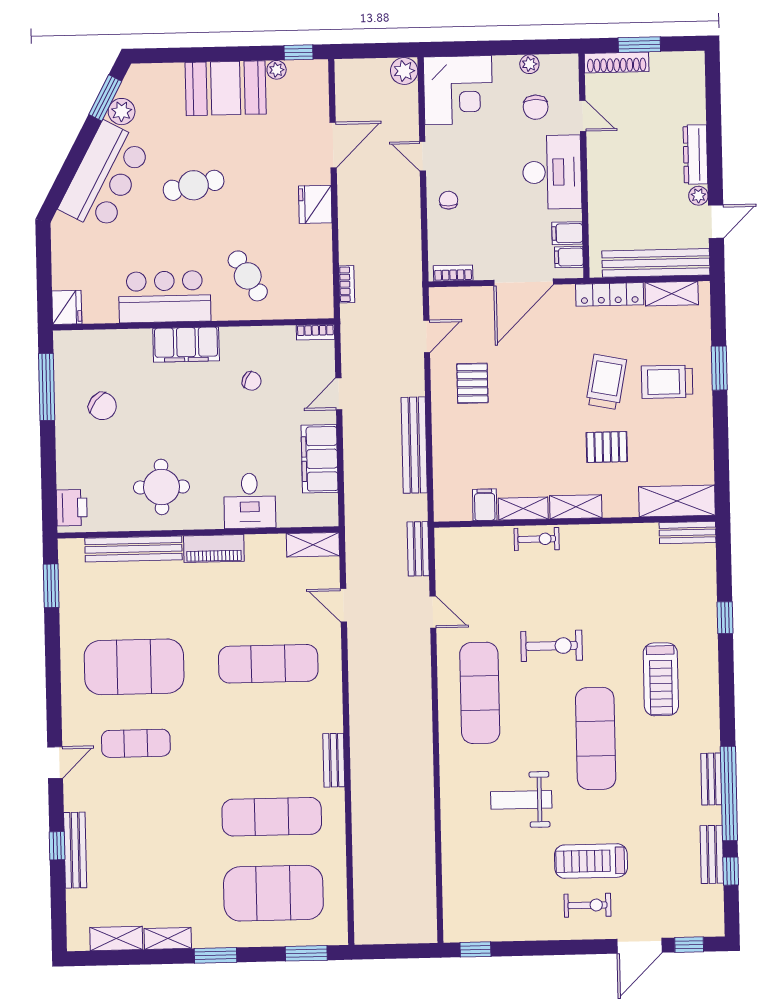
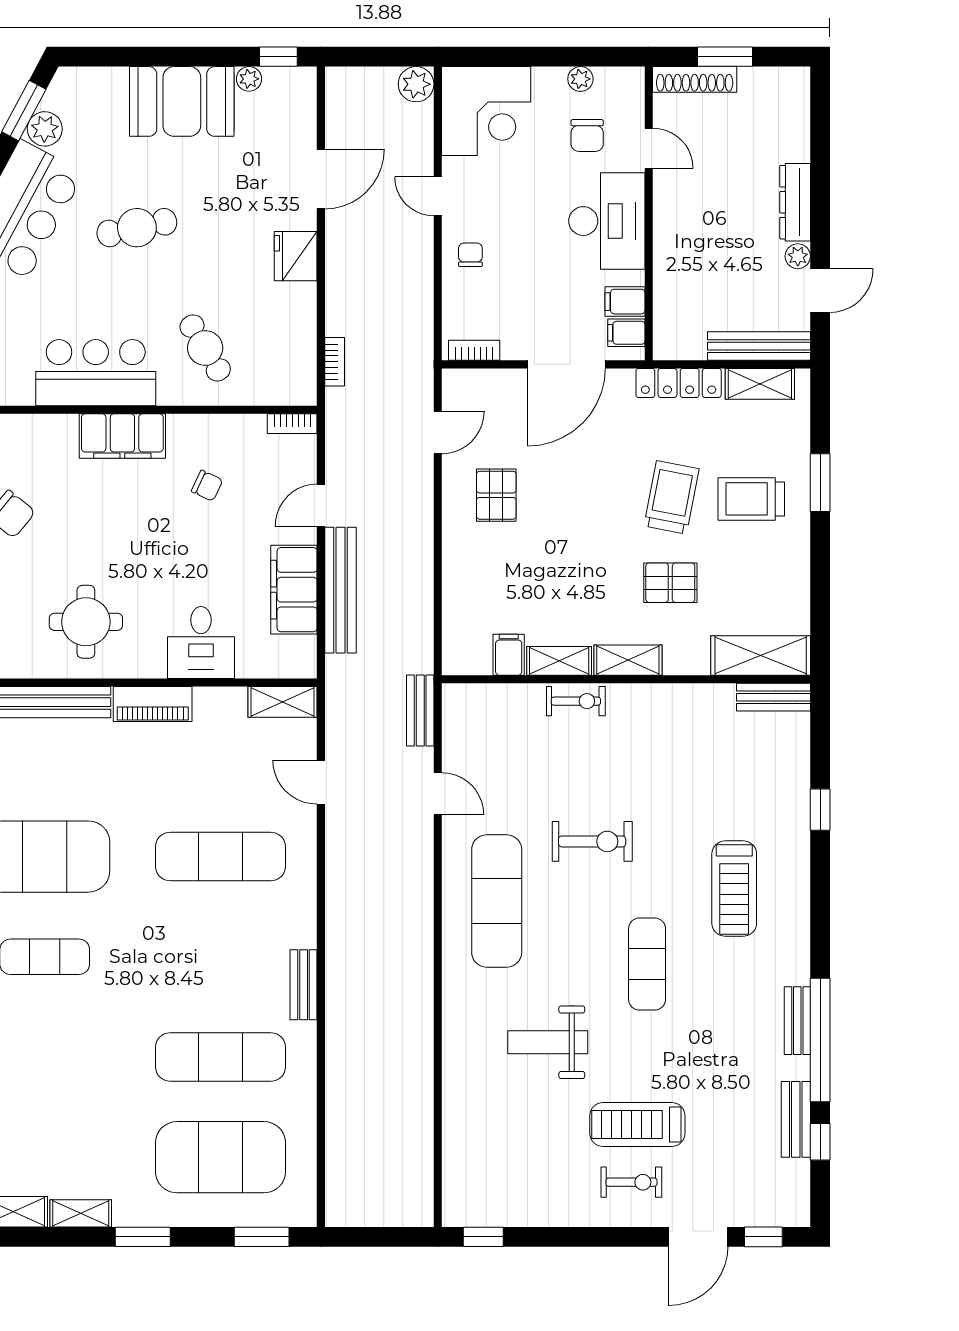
bench: (656, 263) -> (759, 346), width x0.73, depth x0.82
bench: (414, 445) -> (340, 590), moved
exercise mat: (596, 738) -> (647, 964), width x0.73, depth x0.69

